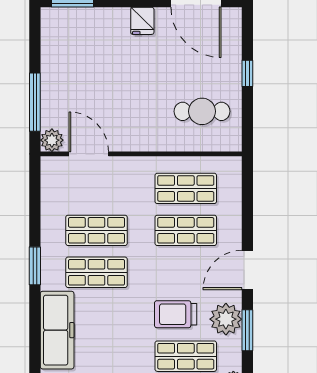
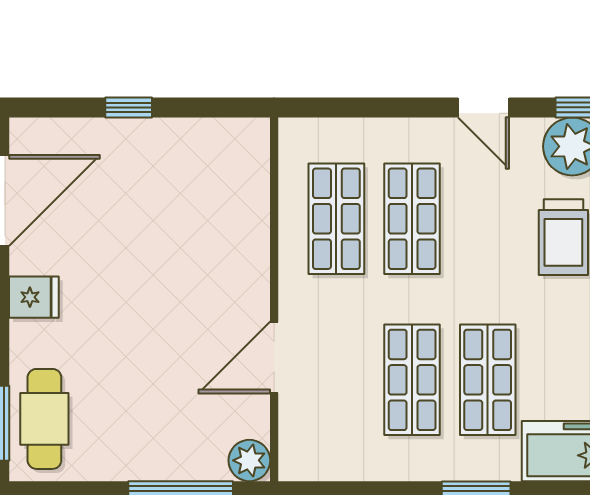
cafe table: (202, 111) -> (44, 419), moved
door: (89, 154) -> (274, 357), moved
door: (247, 270) -> (484, 107), width x0.73

